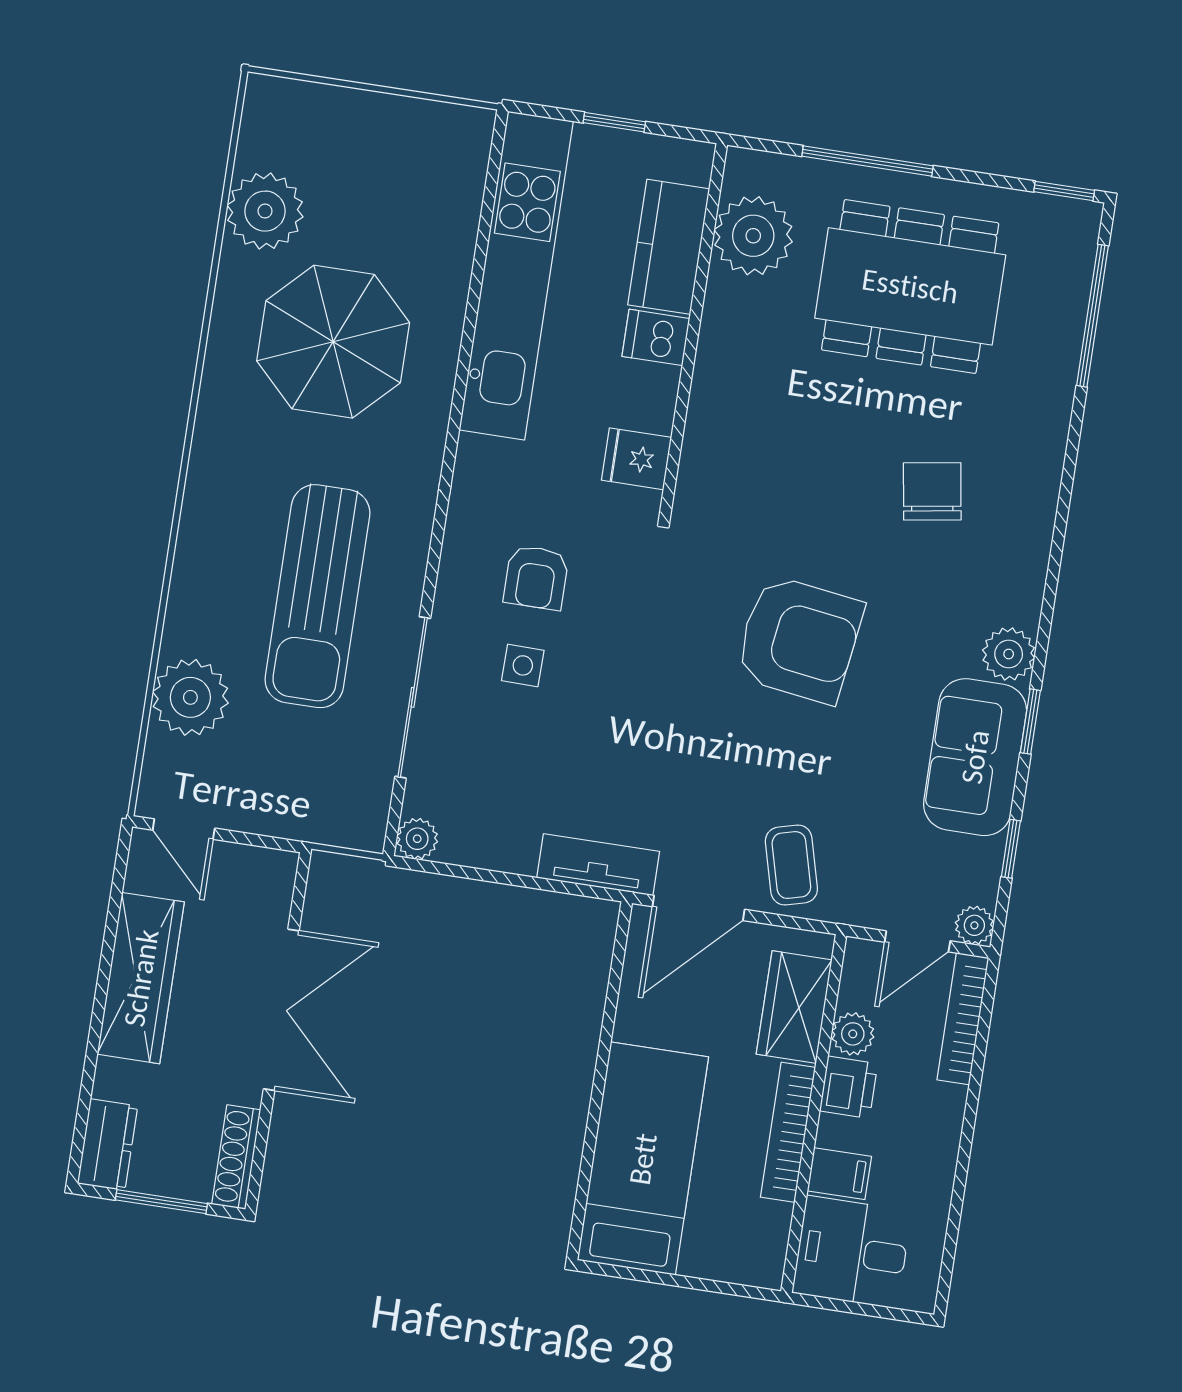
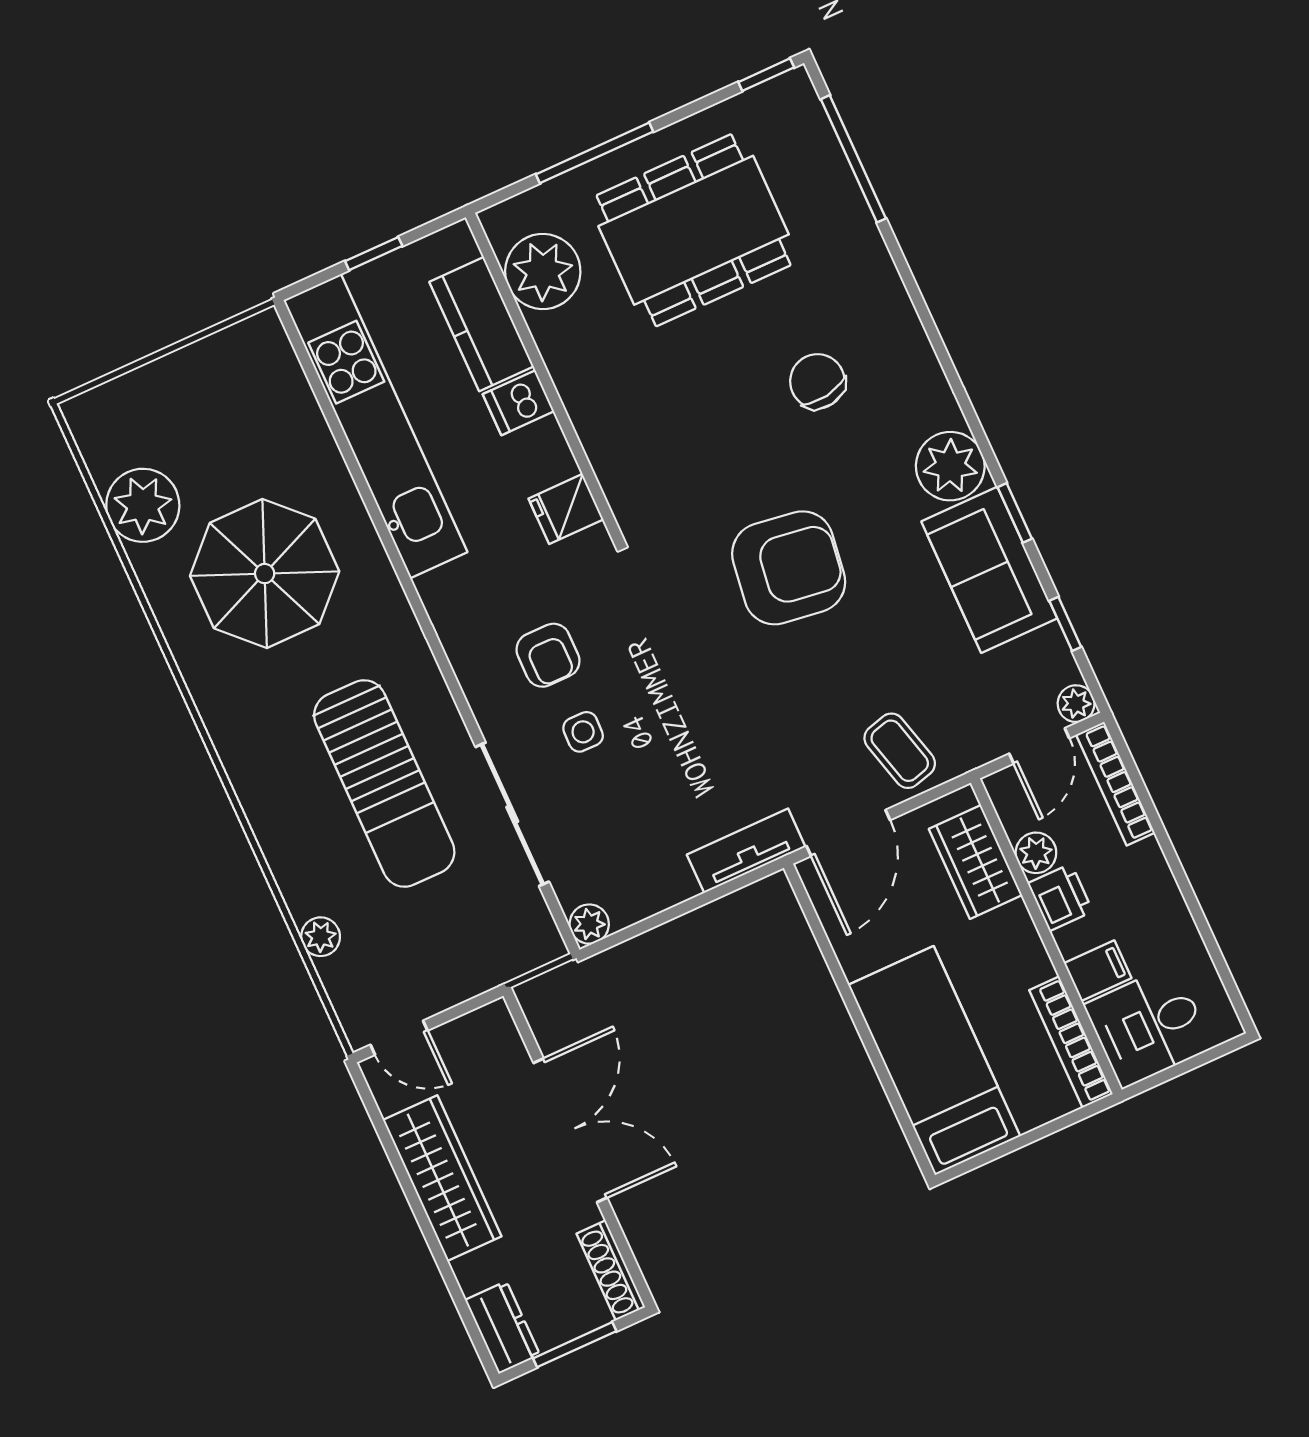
plant: (1009, 654) -> (950, 466), width x1.36, depth x1.36
plant: (190, 697) -> (321, 937), width x0.53, depth x0.53
bookcase: (788, 1132) -> (1071, 1042), moved

